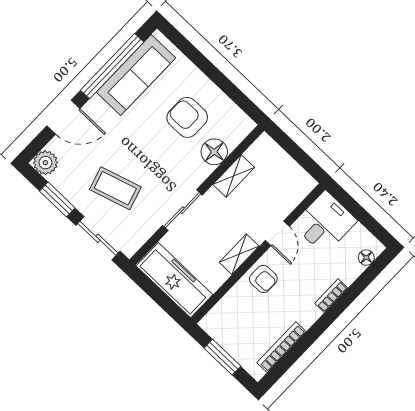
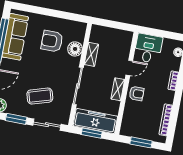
sliding door: (182, 210) -> (78, 86), width x1.37
door: (277, 233) -> (129, 68), hinge flipped
window: (157, 295) -> (92, 133), added

